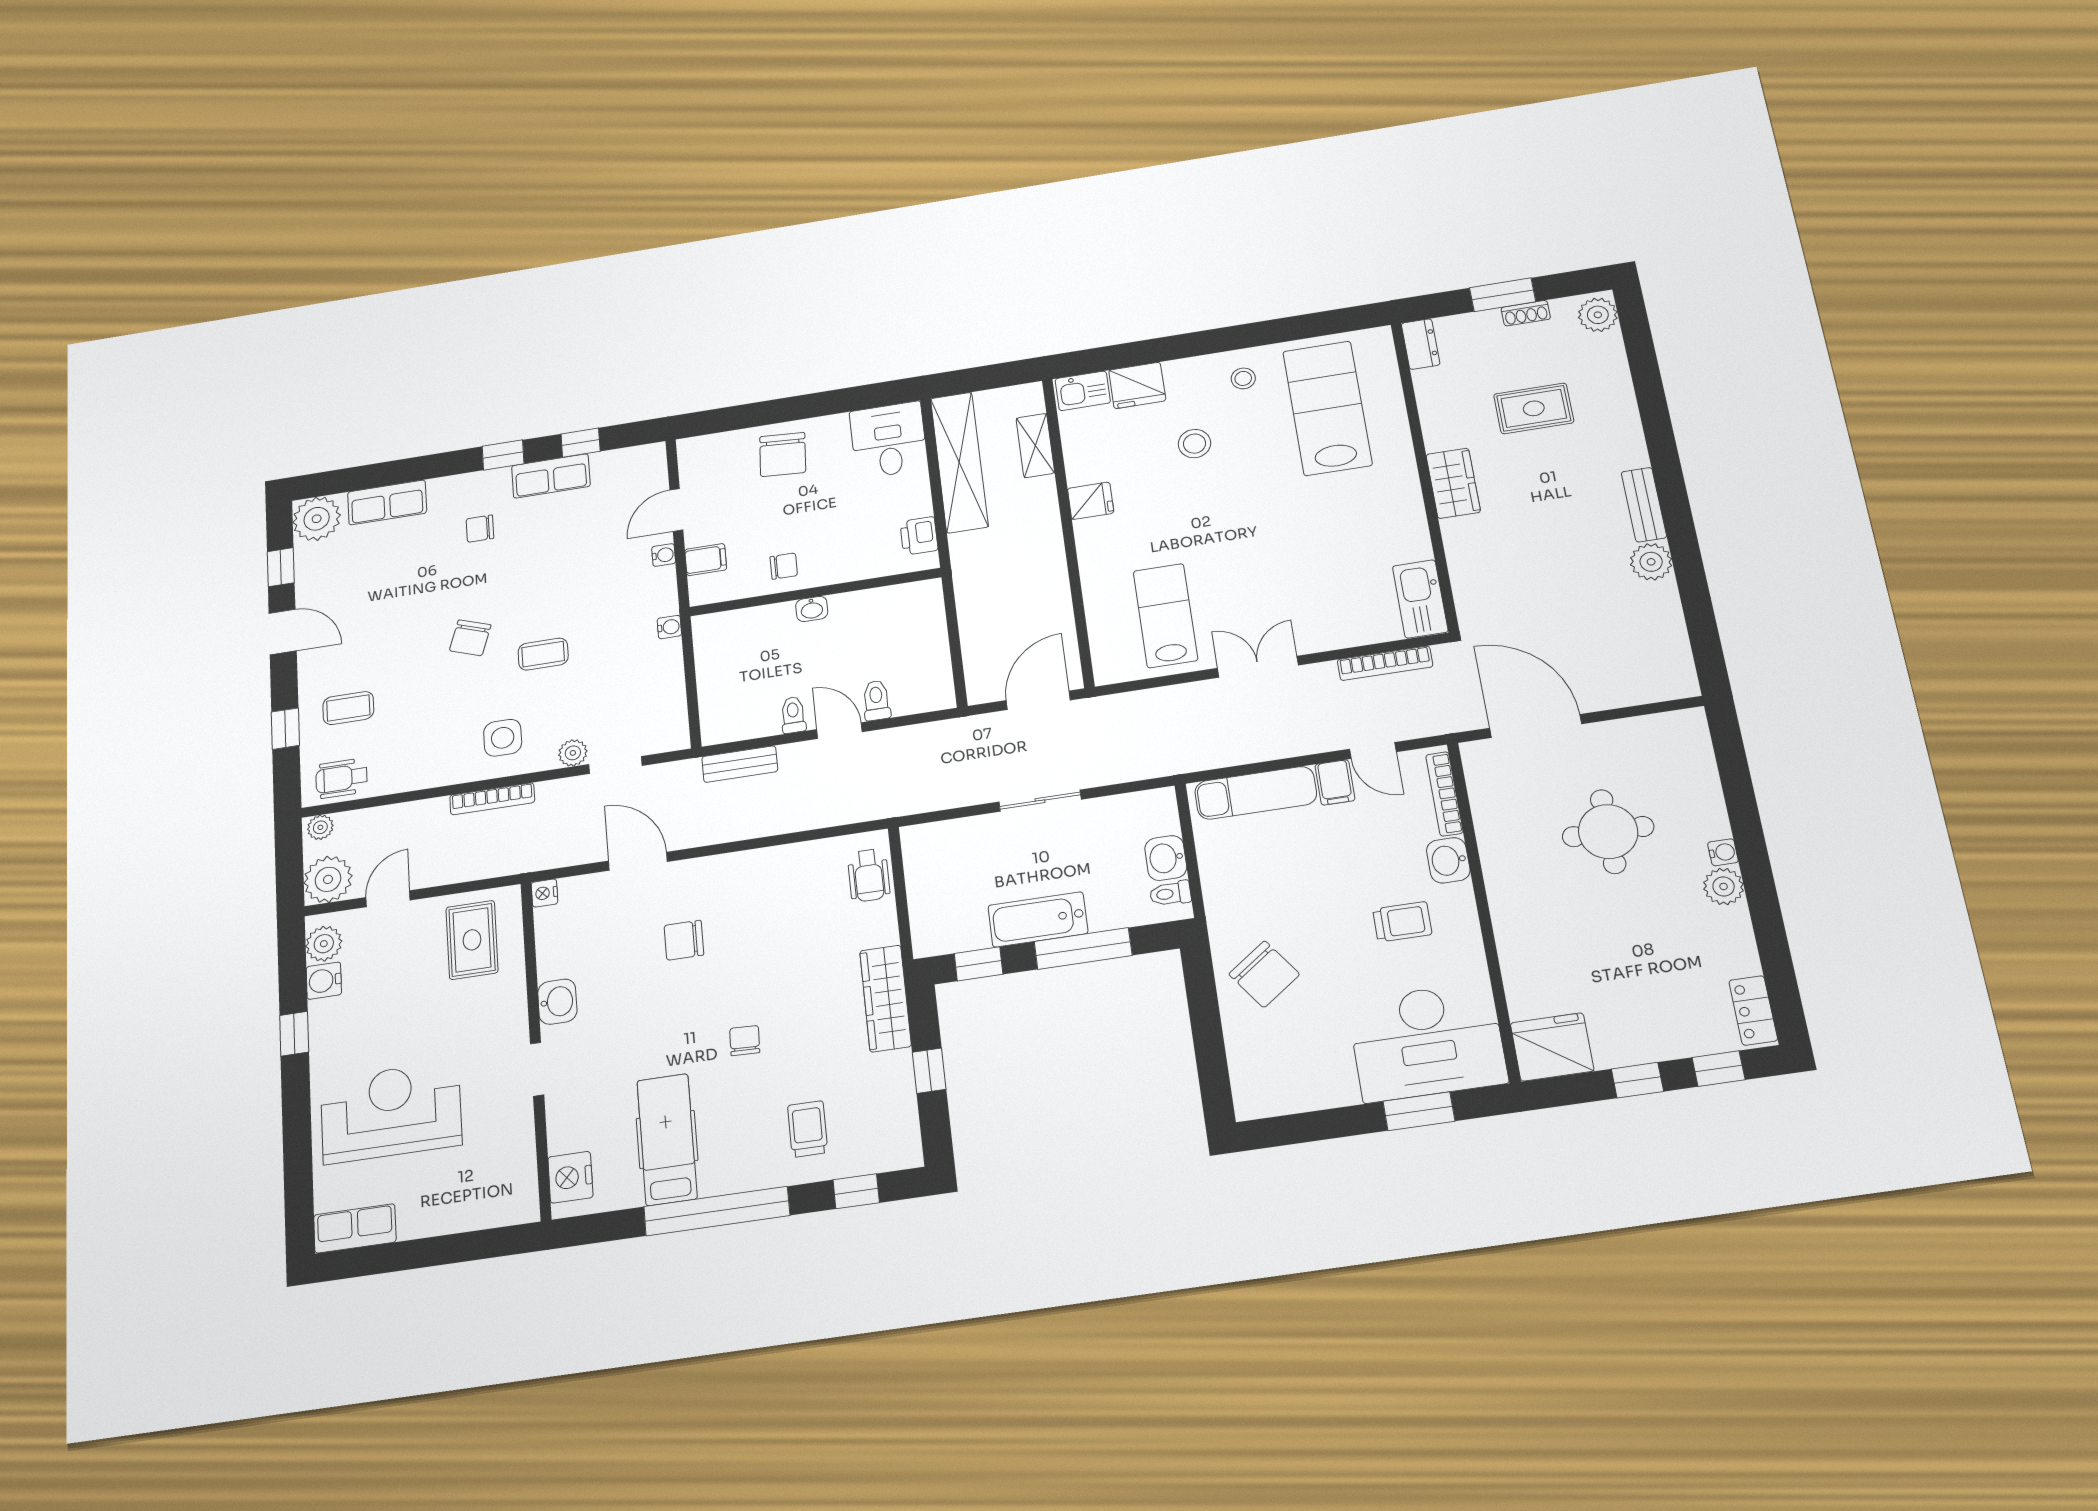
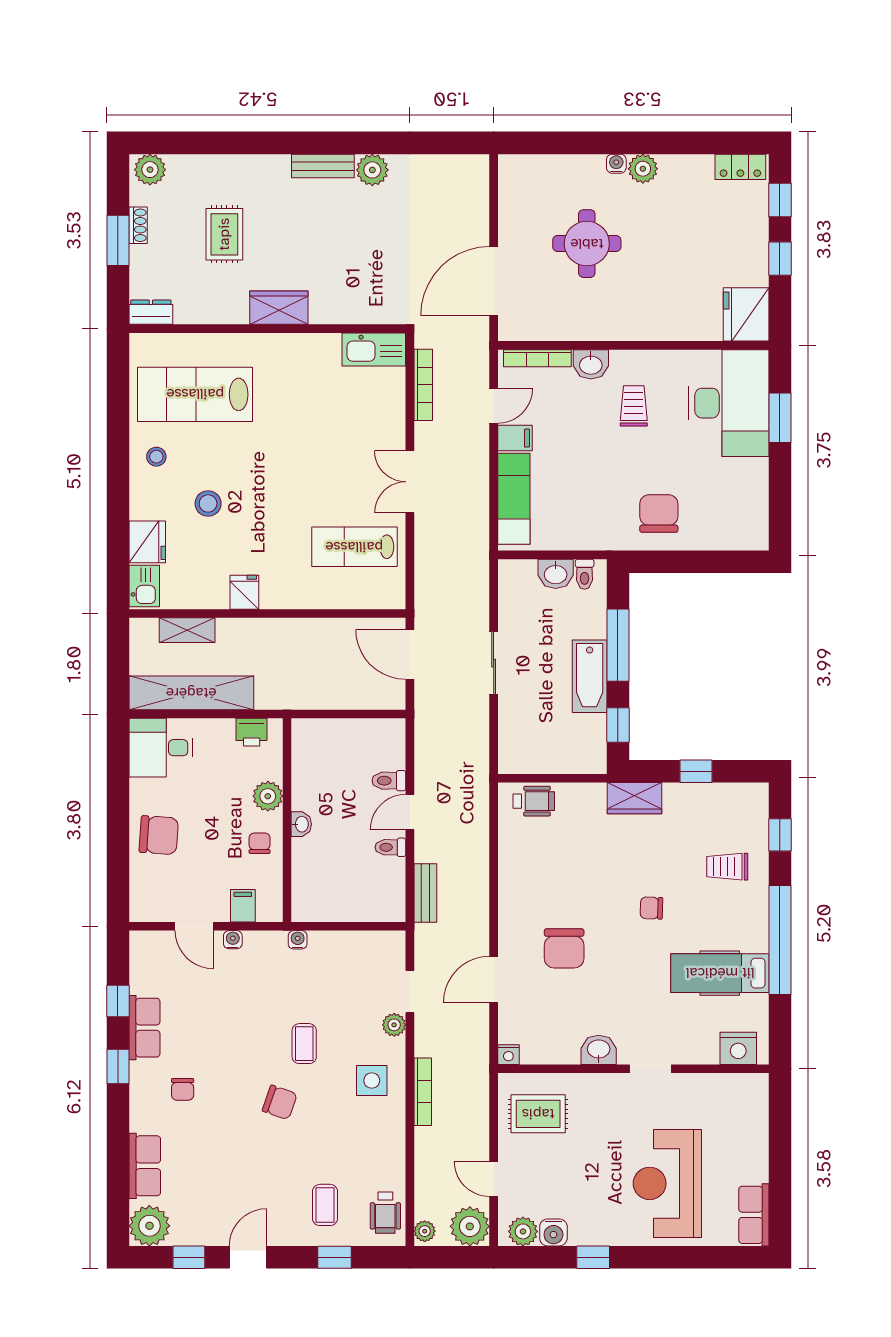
plant: (842, 566) -> (268, 796), added
chair: (684, 940) -> (564, 948), width x1.37, depth x1.37
chair: (1264, 974) -> (659, 514), turned -54
wardrobe: (885, 998) -> (634, 798), width x0.67

